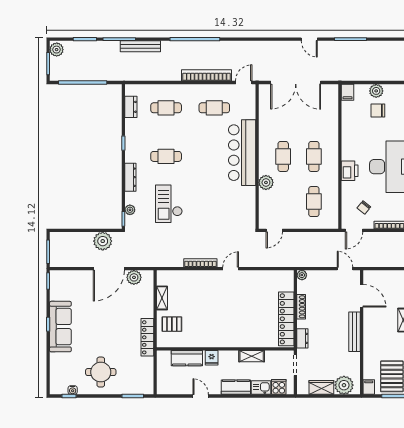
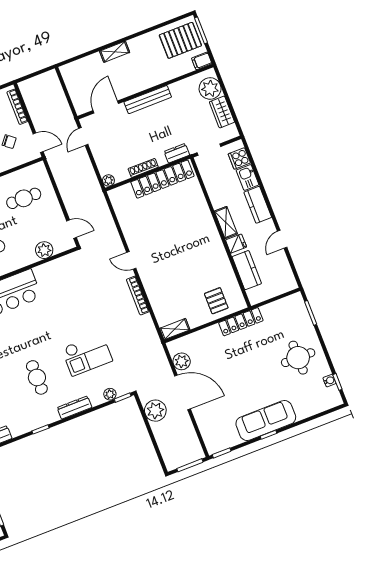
plant: (266, 182) -> (44, 250), moved
shelving: (162, 298) -> (175, 329), moved
shelving: (252, 356) -> (226, 223), moved

